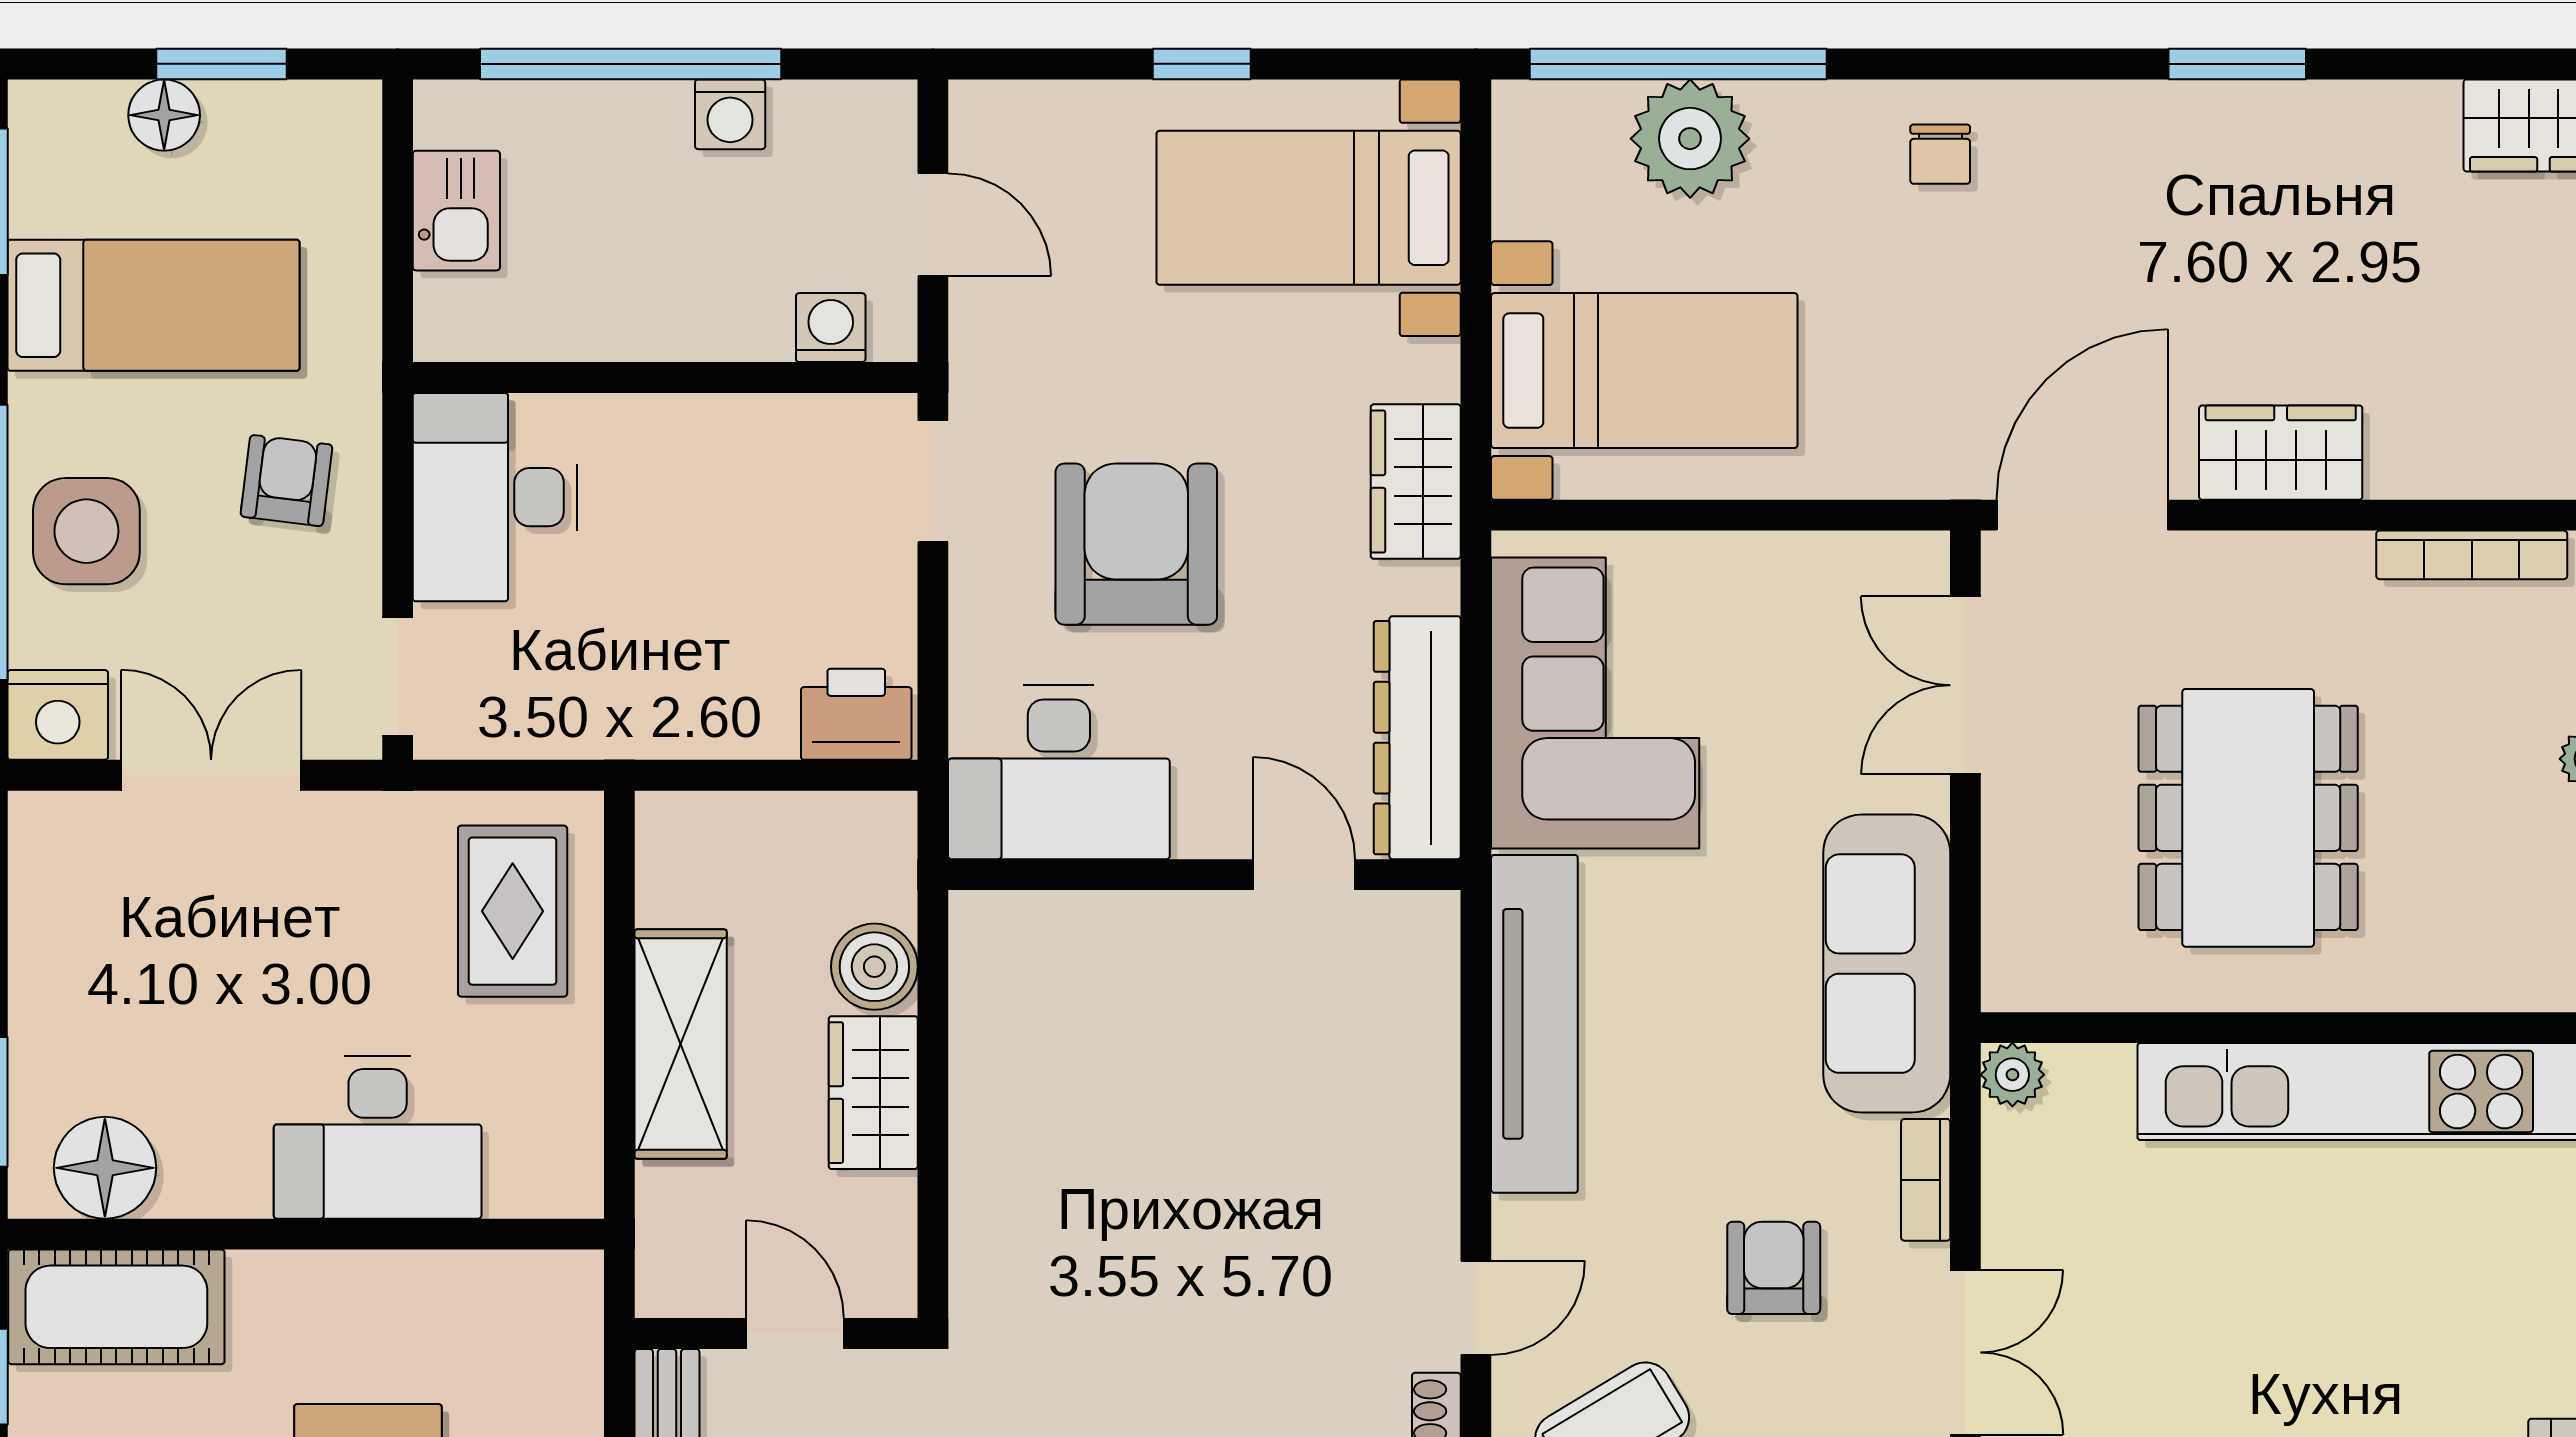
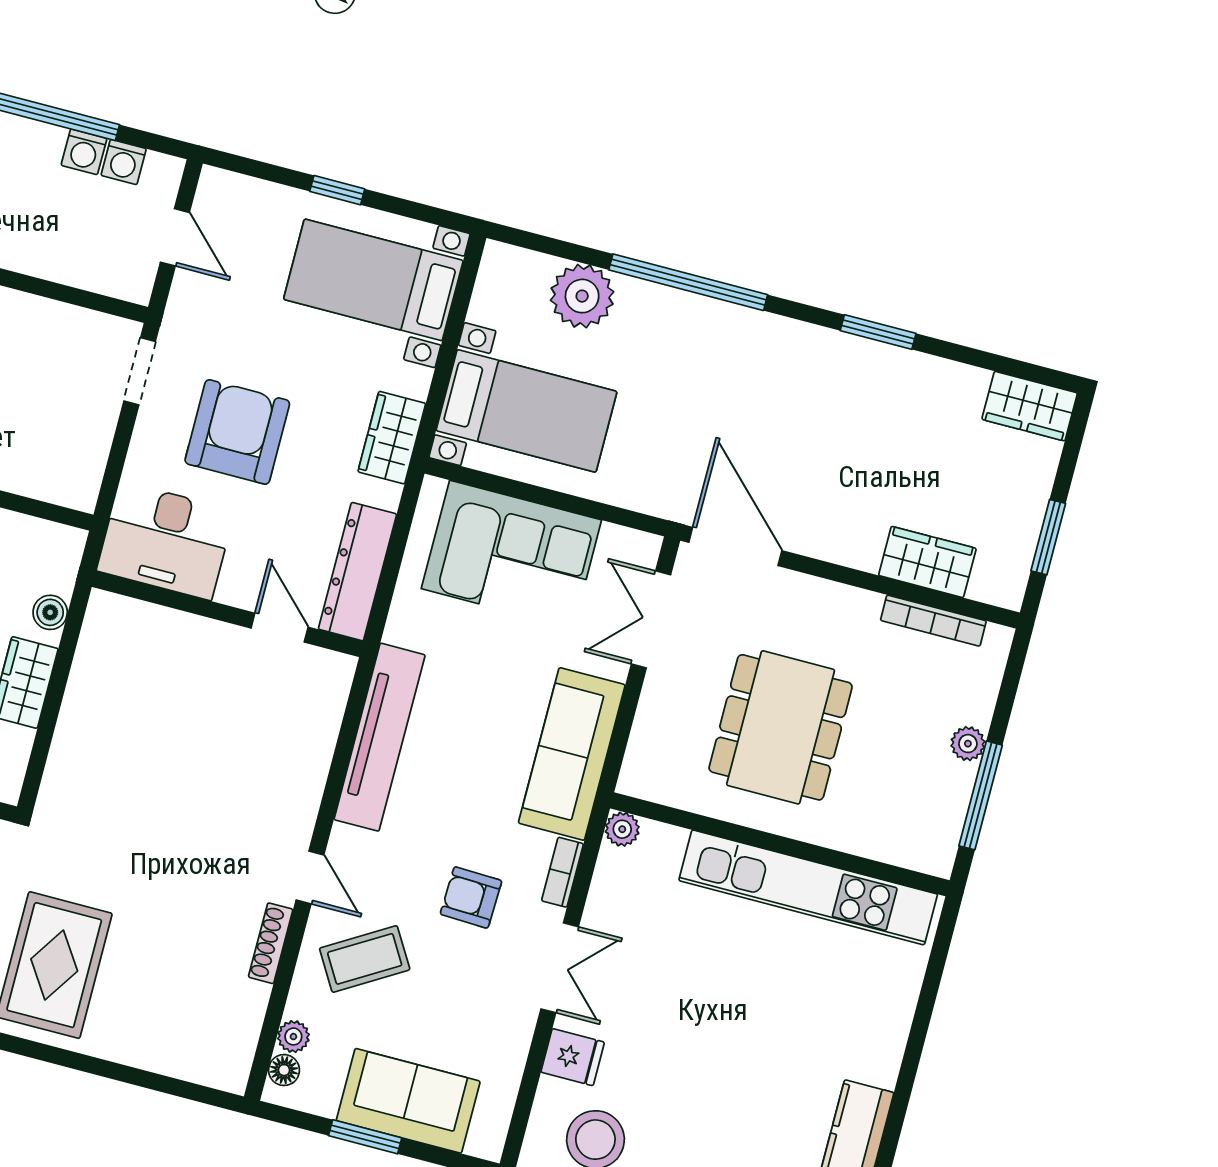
window: (1678, 64) -> (688, 282), moved
chair: (1940, 154) -> (711, 338), removed
washing machine: (831, 328) -> (124, 162), moved, turned 180
wardrobe: (2281, 453) -> (927, 562), moved
door: (2082, 515) -> (735, 546), hinge flipped
corner sofa: (1595, 703) -> (511, 554), moved, turned 90
printer: (856, 714) -> (68, 482), removed
boiler: (874, 967) -> (50, 612), width x0.73, depth x0.73
armchair: (1774, 1268) -> (471, 897), turned -88
door: (1476, 1308) -> (310, 877), hinge flipped

